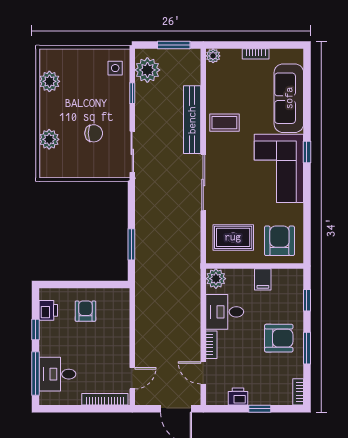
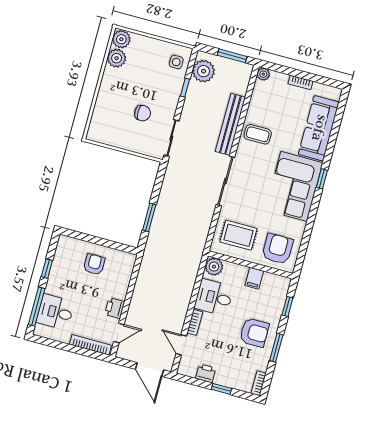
plant: (49, 139) -> (121, 39), moved
printer: (48, 310) -> (115, 308), moved, turned 180

